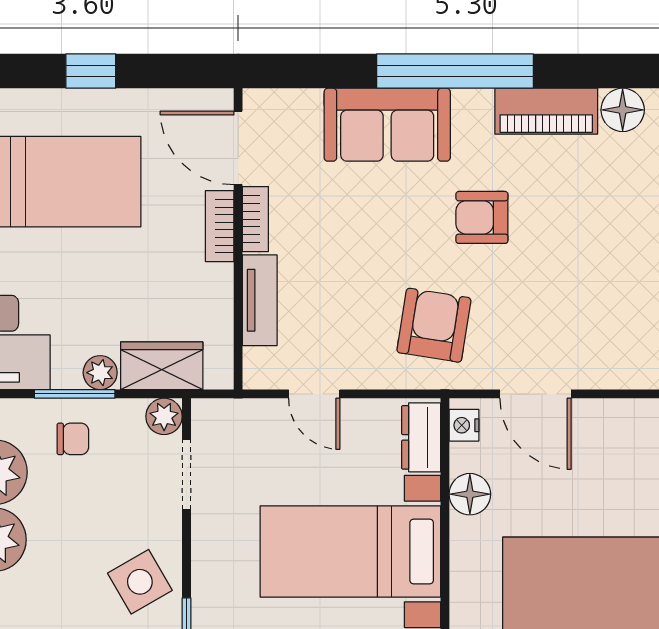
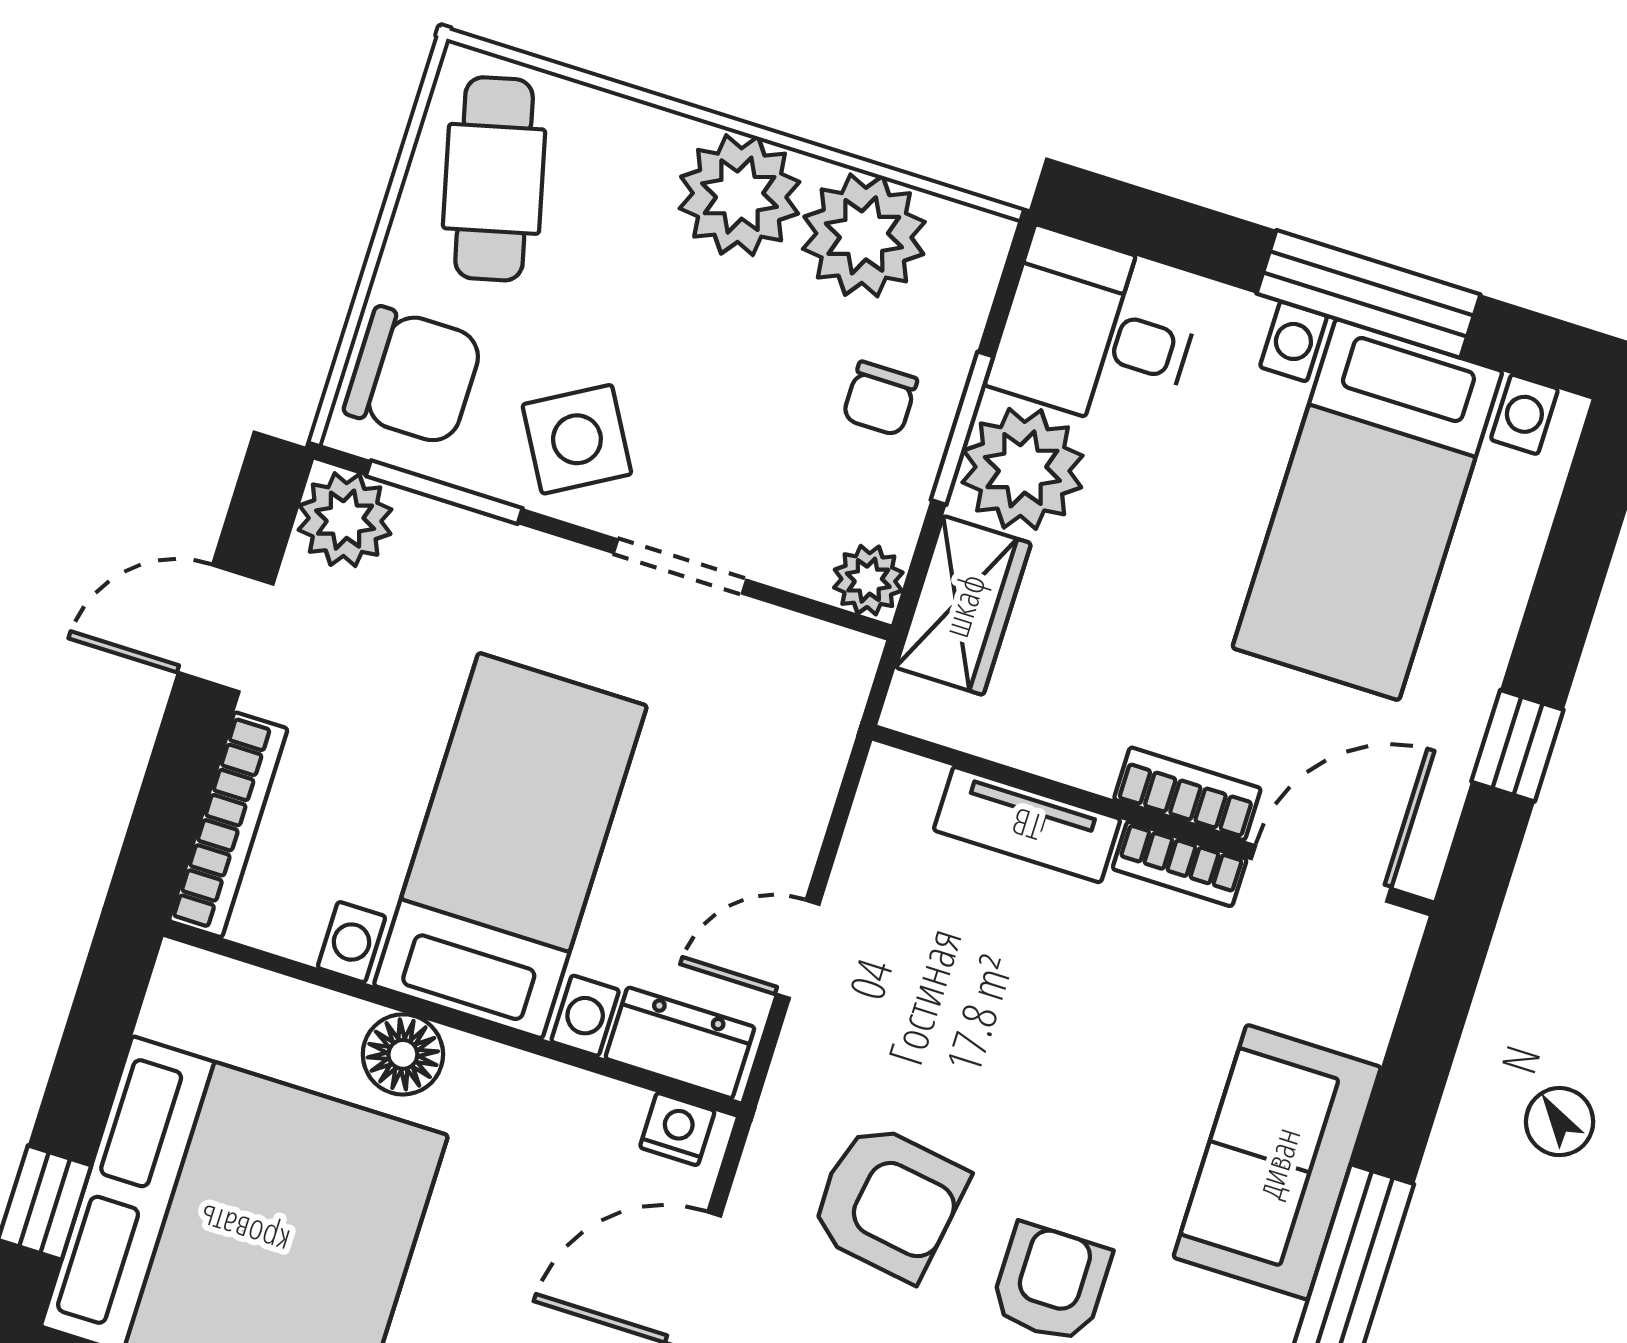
window: (91, 71) -> (1517, 746), moved
armchair: (434, 325) -> (888, 1202), moved
plant: (100, 373) -> (1022, 469), width x1.88, depth x1.88
door: (314, 394) -> (798, 949), moved
doorway: (187, 474) -> (680, 566), moved
floor lamp: (470, 494) -> (403, 1054), moved

